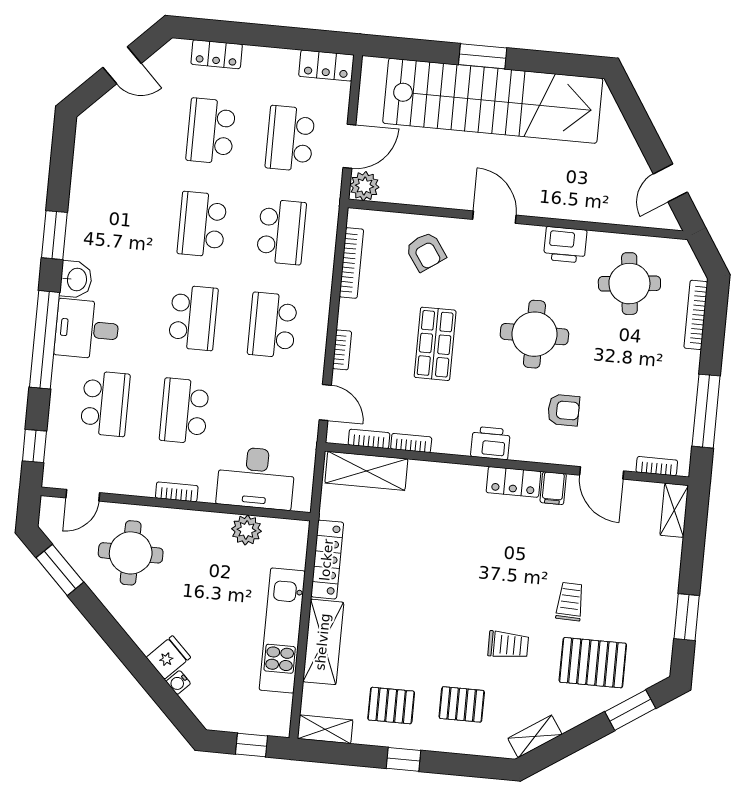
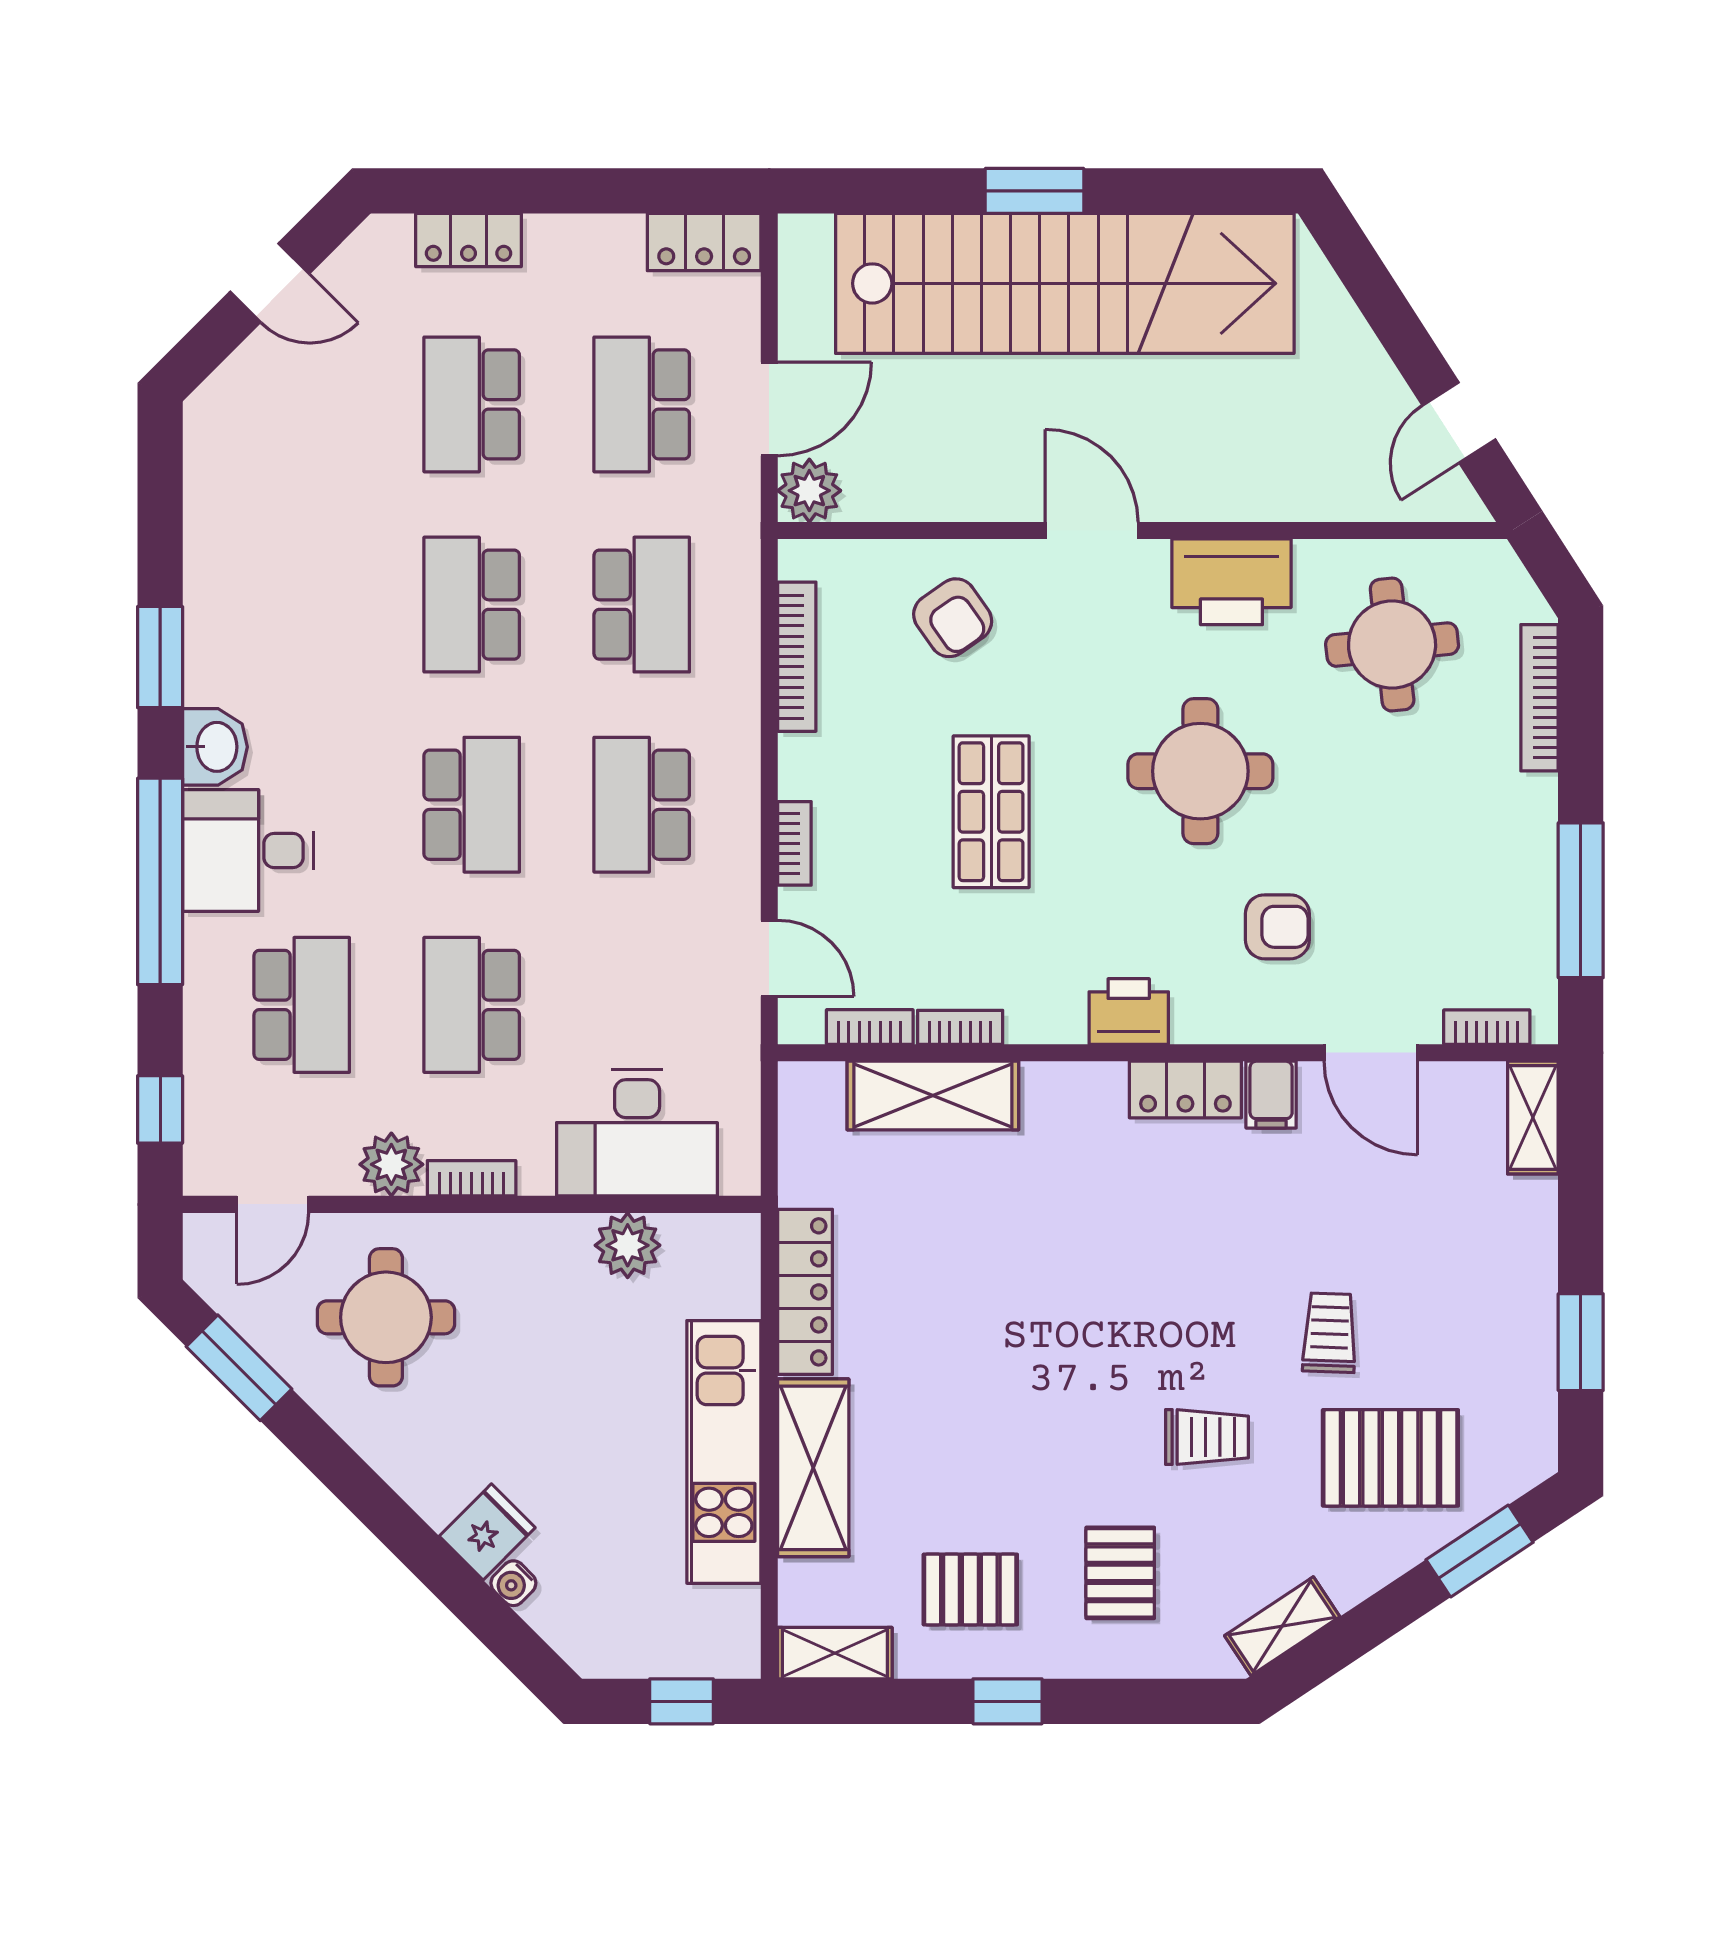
printer: (565, 245) -> (1231, 582), width x1.37, depth x1.19
shelving: (366, 471) -> (933, 1096), moved
plant: (140, 482) -> (391, 1164), added
pallet: (462, 704) -> (1120, 1573), turned 90

